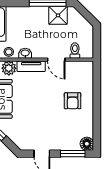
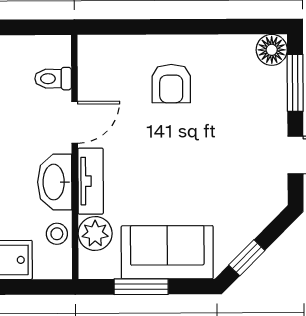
washbasin: (25, 53) -> (55, 182), width x1.91, depth x1.45
armchair: (73, 101) -> (171, 84), turned 90

